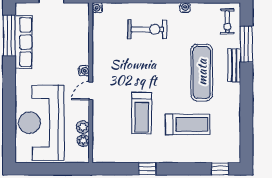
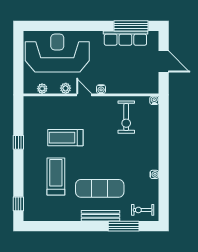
exercise bike: (147, 29) -> (126, 117), moved
bench: (234, 65) -> (101, 216), width x1.36
treadmill: (187, 124) -> (56, 176), turned 180
plant: (83, 127) -> (66, 88), moved

